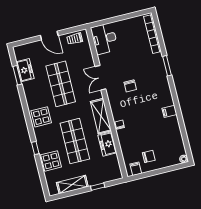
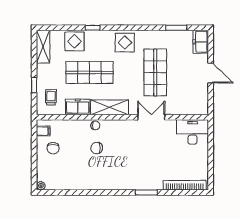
door: (49, 36) -> (211, 73), swing flipped
trolley: (75, 39) -> (51, 97), moved
freezer: (25, 70) -> (201, 42), moved, turned 90
shop shelf: (61, 84) -> (155, 72), turned 90
chair: (130, 86) -> (97, 148), moved
filing cabinet: (169, 111) -> (96, 183), removed
shelving: (72, 185) -> (43, 47), moved

